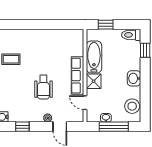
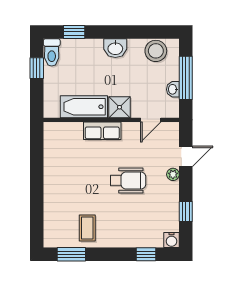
window: (106, 25) -> (37, 68), moved
row of seats: (78, 76) -> (102, 131), width x0.68

